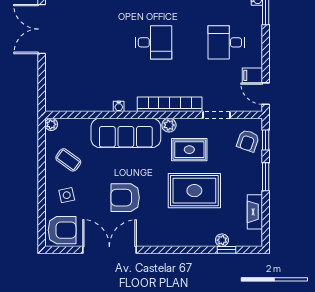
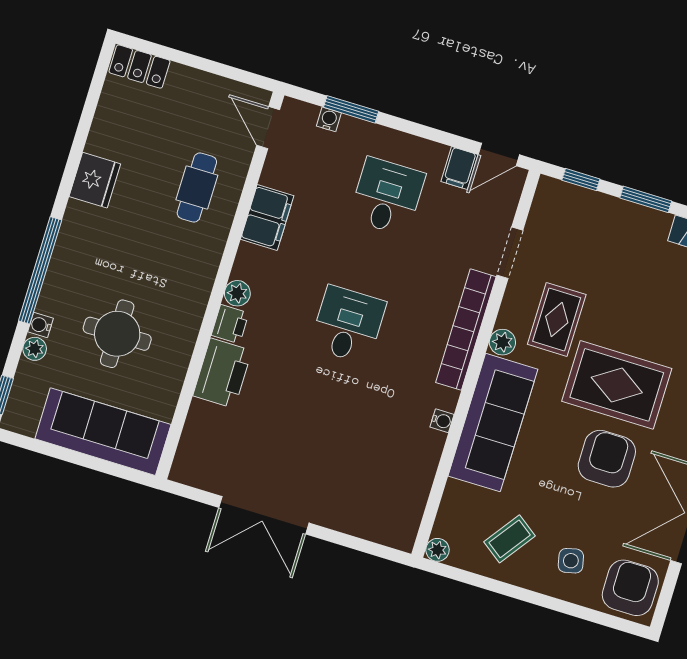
desk: (226, 42) -> (387, 196), turned 180
armchair: (248, 141) -> (573, 211), removed
rug: (194, 191) -> (617, 385), moved, turned 90
armchair: (125, 198) -> (607, 459), turned 180

